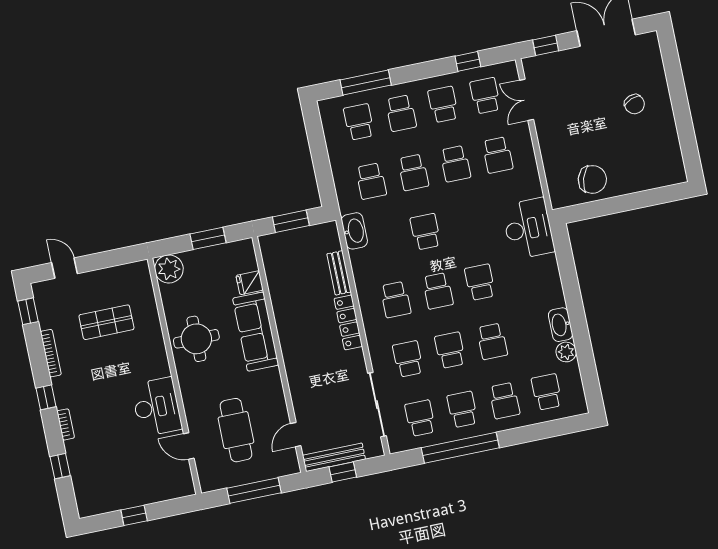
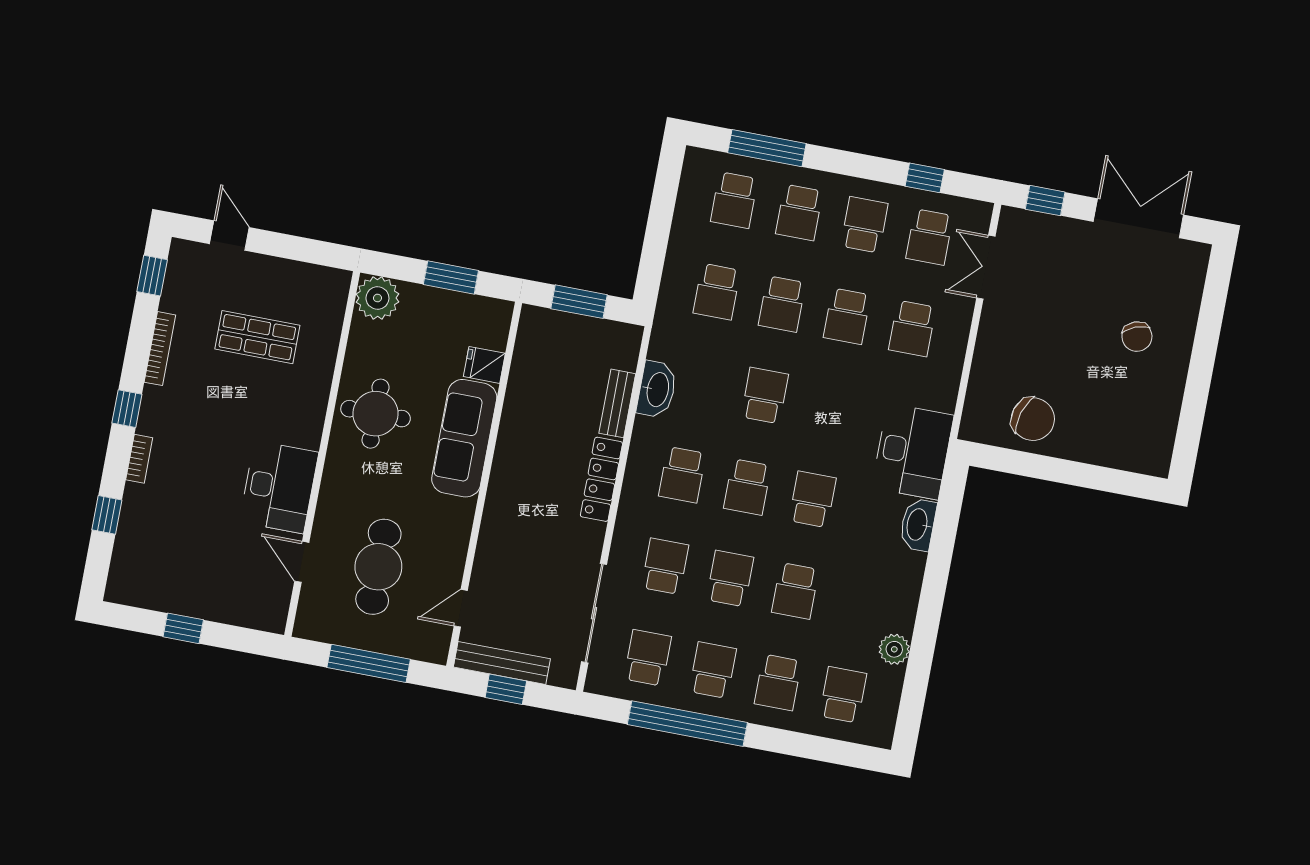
school desk: (485, 96) -> (929, 237), turned 180
school desk: (359, 122) -> (734, 200), turned 180
washbasin: (354, 231) -> (657, 389), moved
washbasin: (561, 325) -> (918, 525), moved

